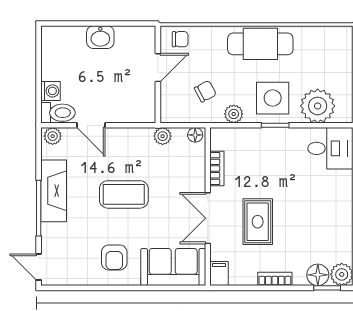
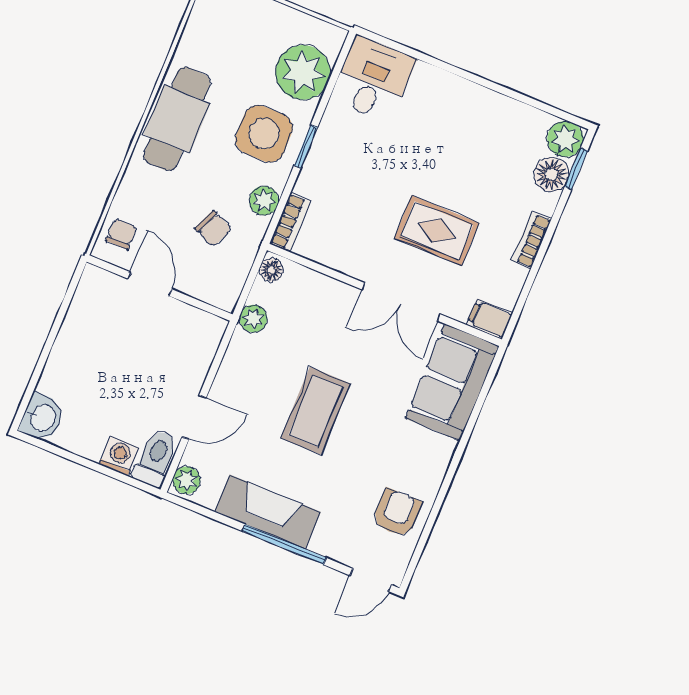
washbasin: (100, 37) -> (42, 418), moved
chair: (205, 91) -> (213, 229), turned 141
bookcase: (217, 169) -> (290, 222), moved, turned 90
armchair: (114, 257) -> (397, 513), moved, turned -90

